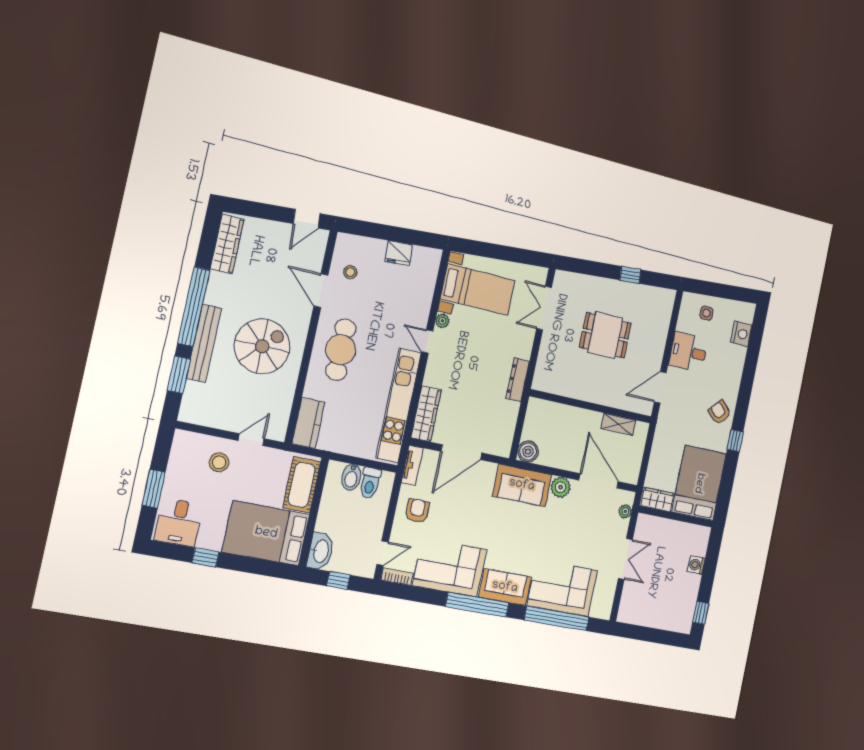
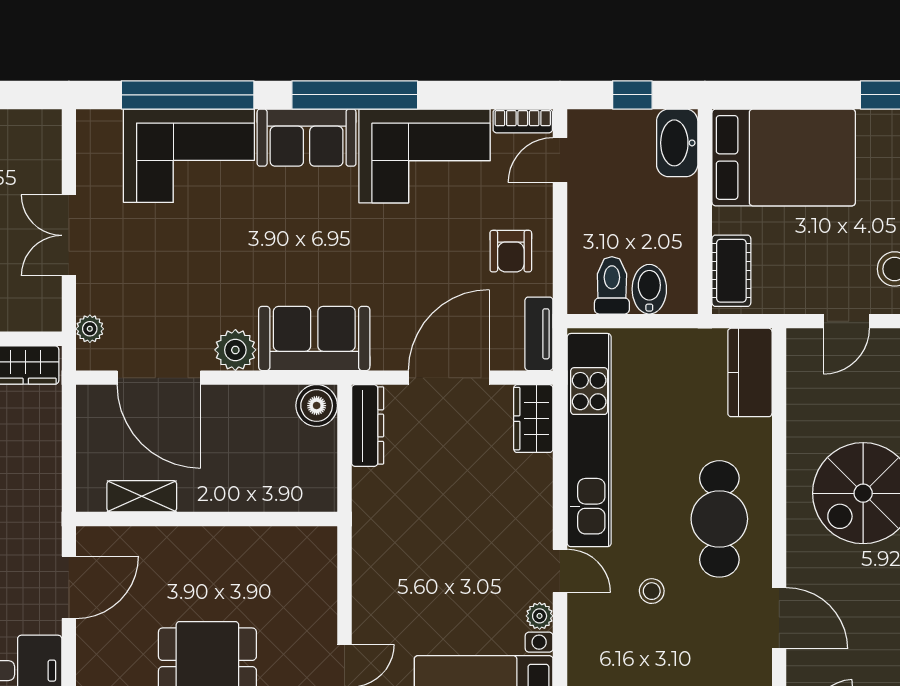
stool: (350, 272) -> (652, 591), moved
dresser: (518, 380) -> (368, 426), moved
wardrobe: (426, 414) -> (533, 419), width x0.67
cot: (302, 485) -> (731, 271), width x0.73, depth x0.75

